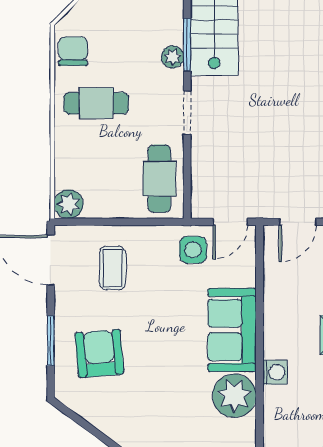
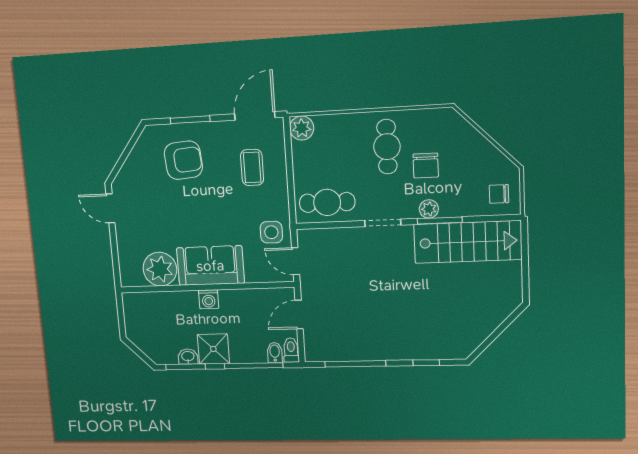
chair: (73, 51) -> (426, 165), moved, turned 90
door: (298, 222) -> (299, 315), hinge flipped
coffee table: (113, 268) -> (252, 167), turned 90
washing machine: (275, 372) -> (209, 299), moved

